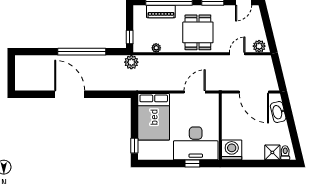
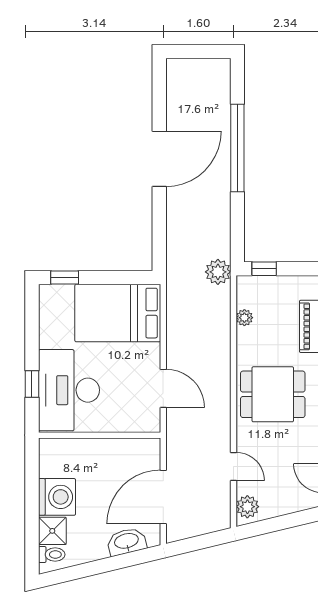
window: (82, 52) -> (237, 148), moved
washing machine: (232, 150) -> (57, 497), moved

